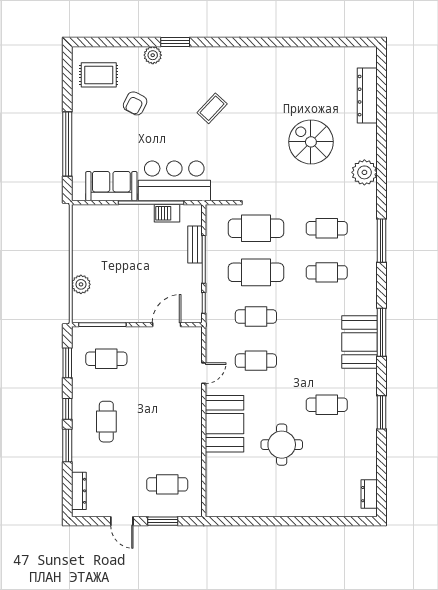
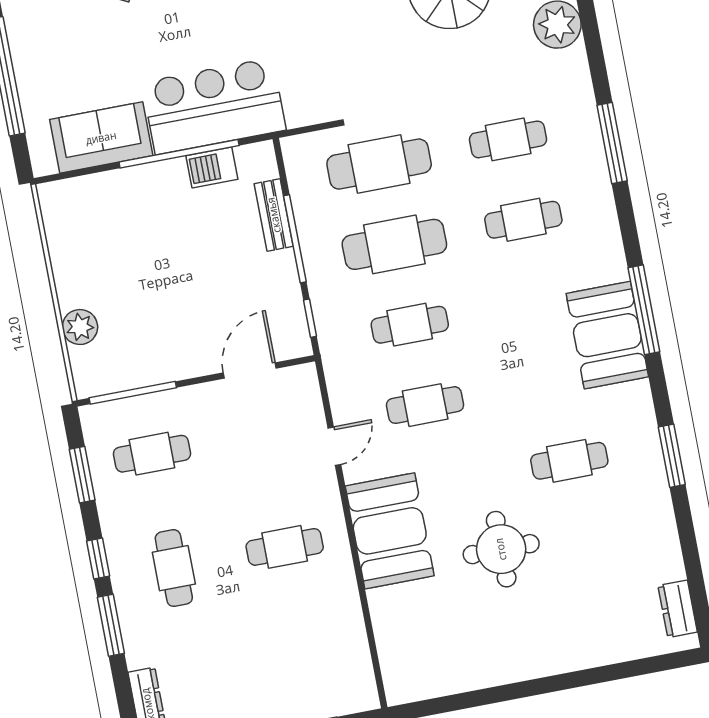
cafe table: (167, 484) -> (285, 547), moved

